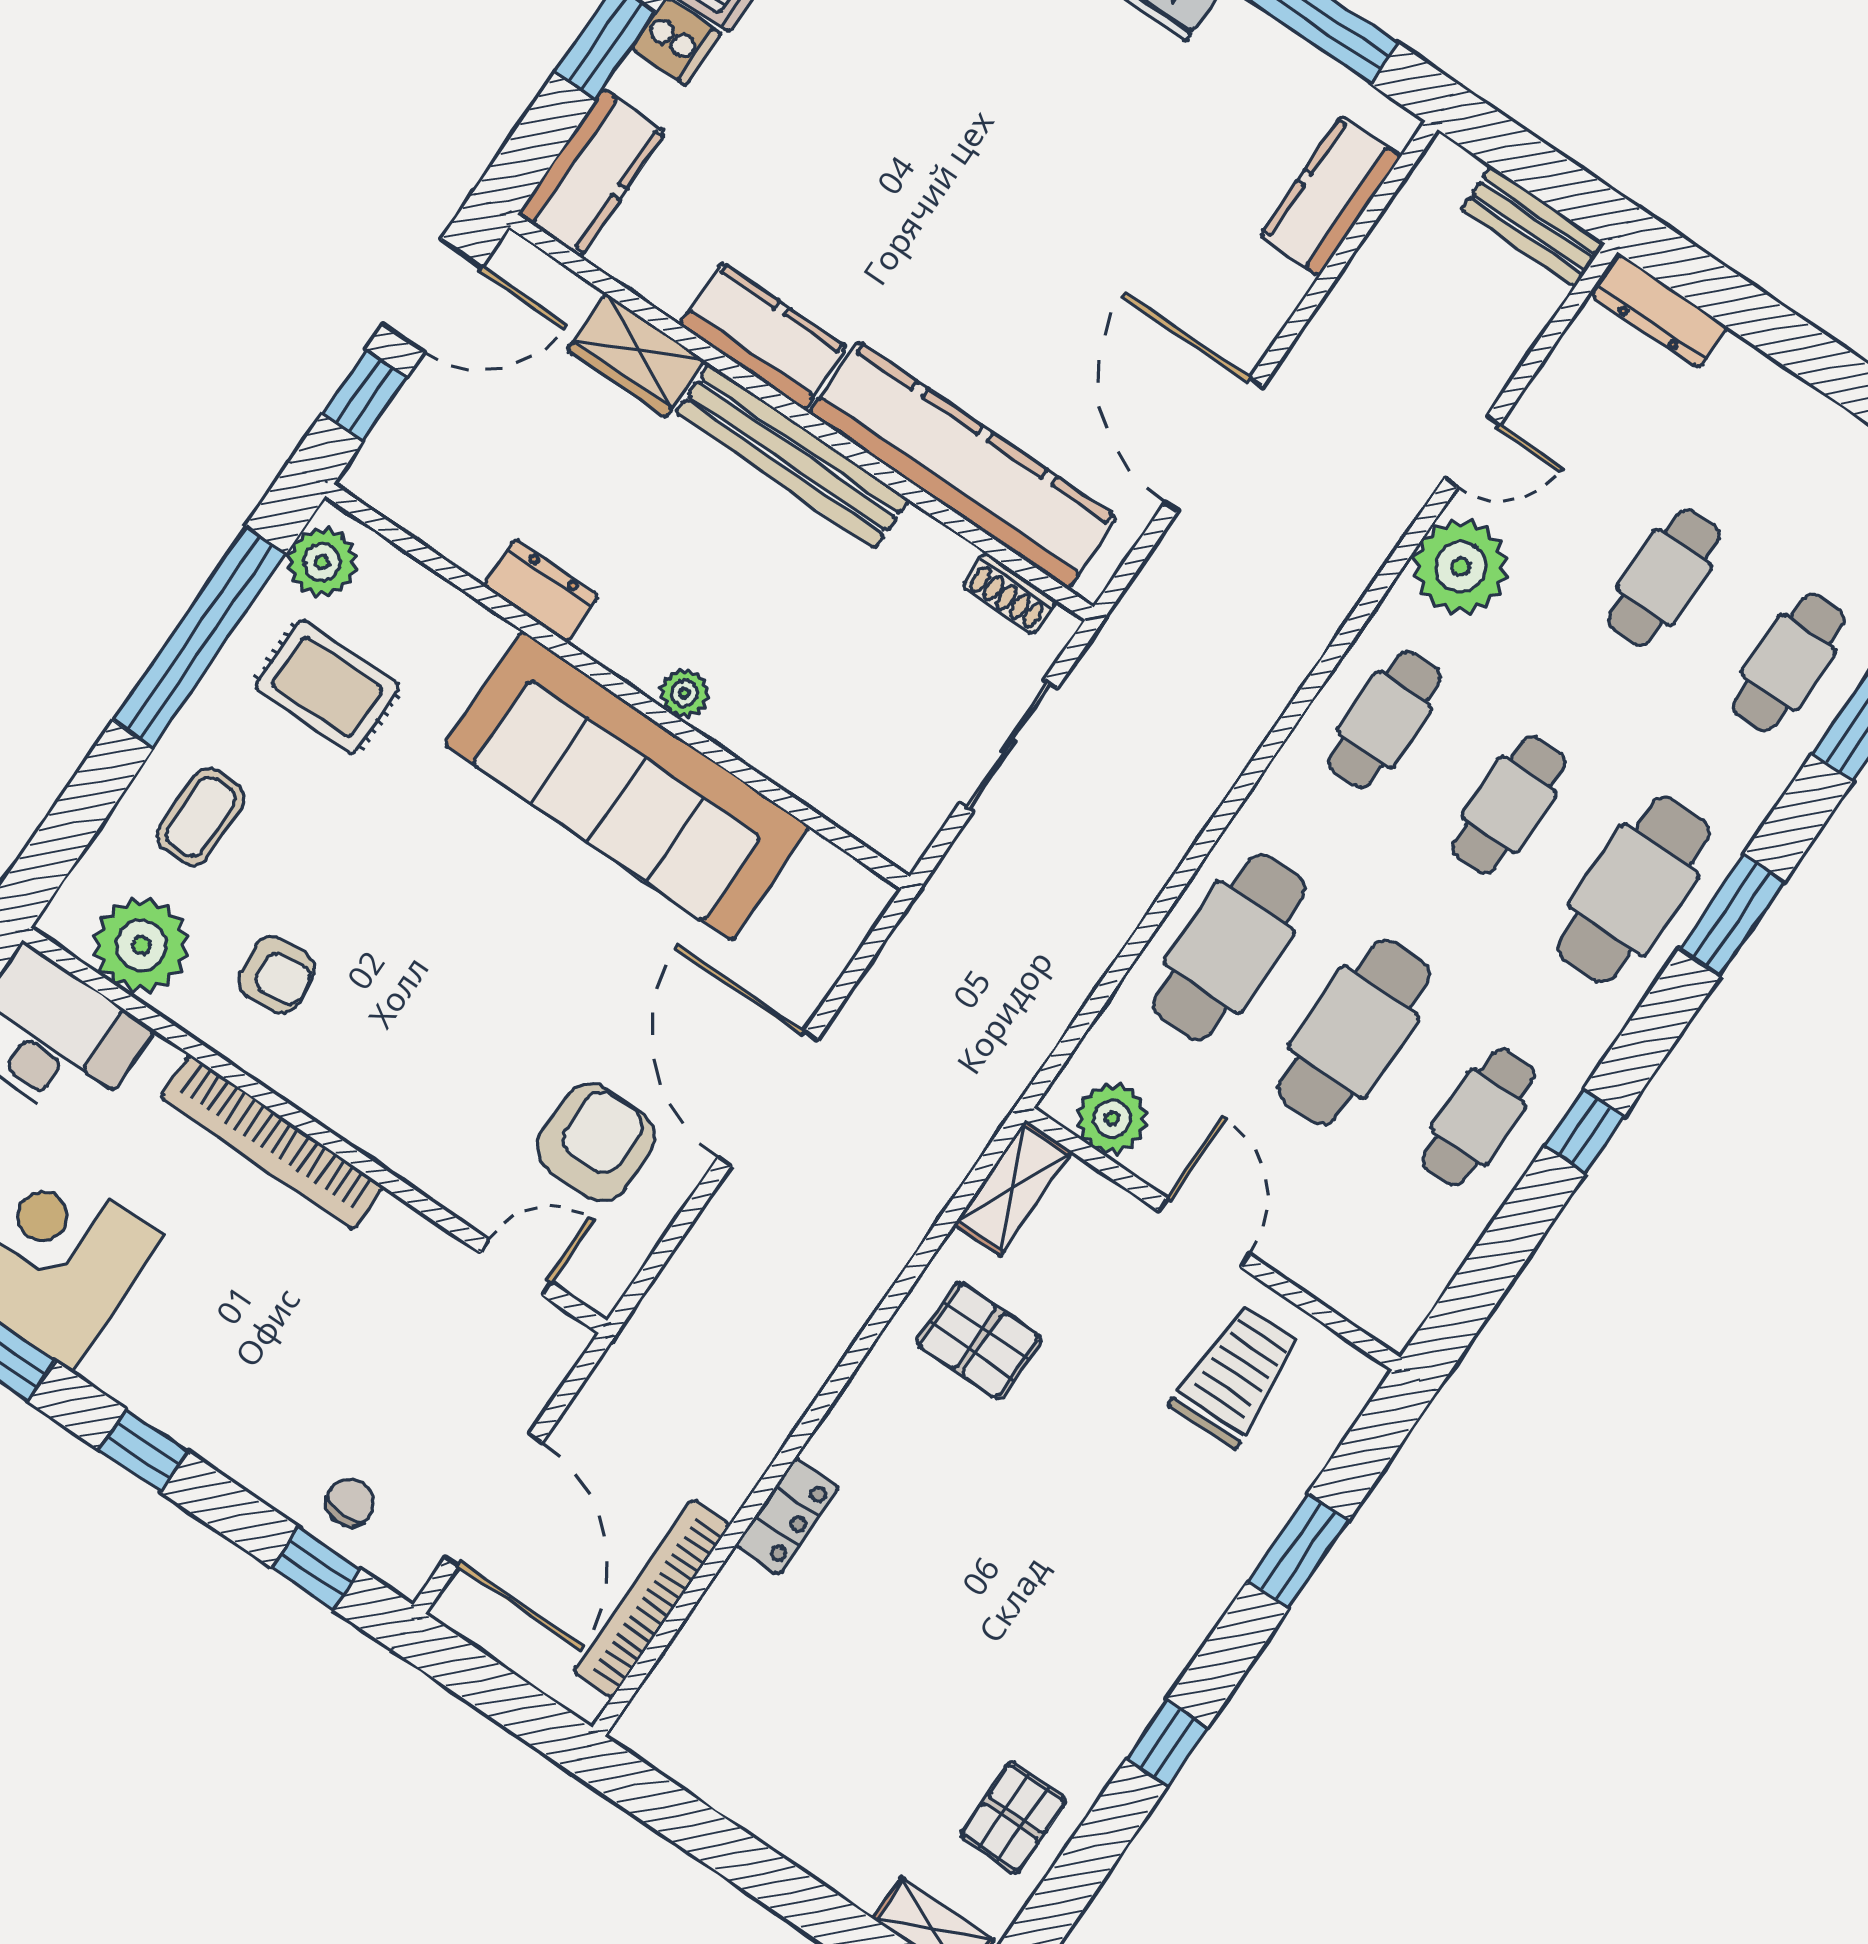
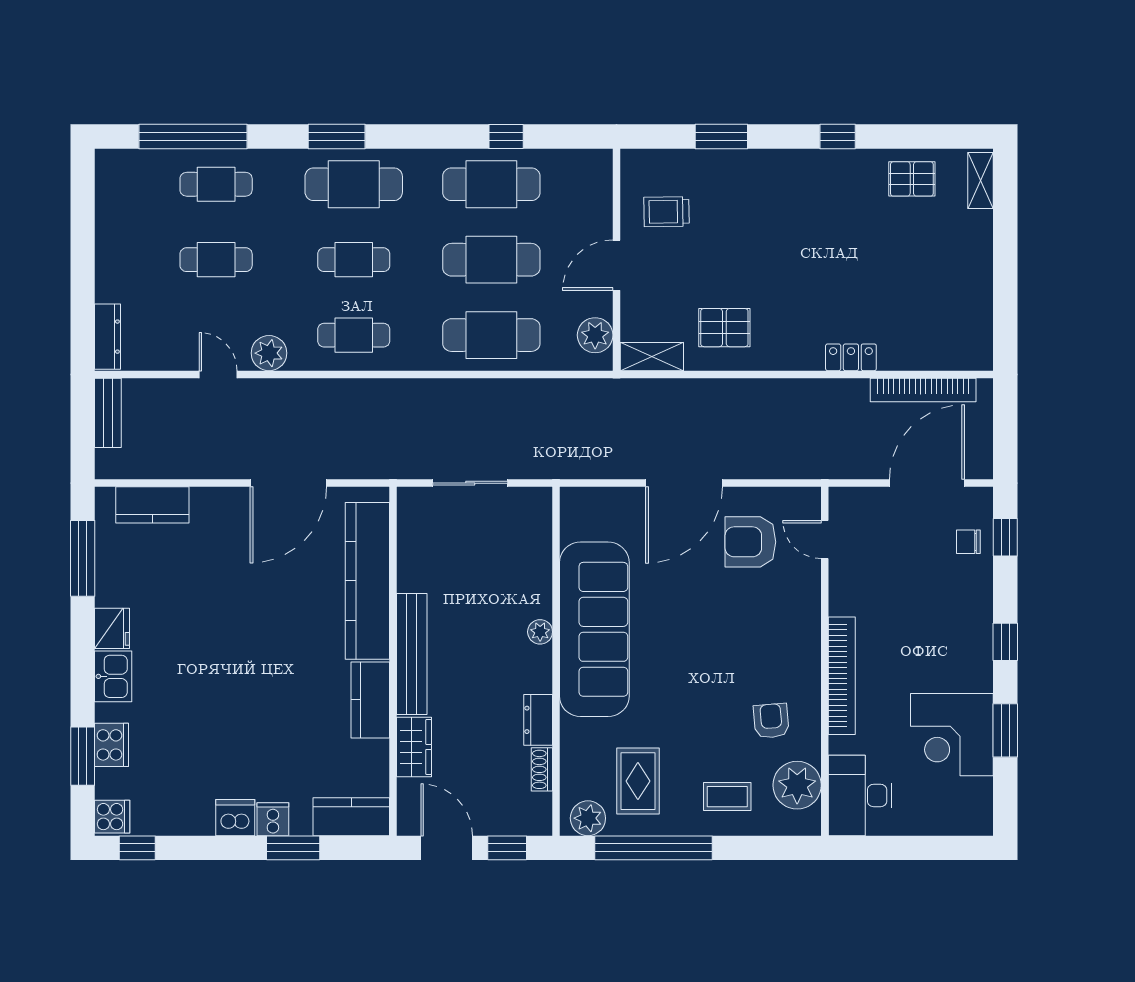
plant: (1461, 567) -> (269, 353), width x0.73, depth x0.73
shoe rack: (1009, 593) -> (542, 769), moved, turned 180
cafe table: (1478, 1117) -> (491, 184), width x1.37, depth x1.35
window: (1585, 1131) -> (506, 136), moved
pallet: (979, 1341) -> (724, 328), turned 90
trolley: (1236, 1375) -> (666, 212), width x0.73, depth x0.72

